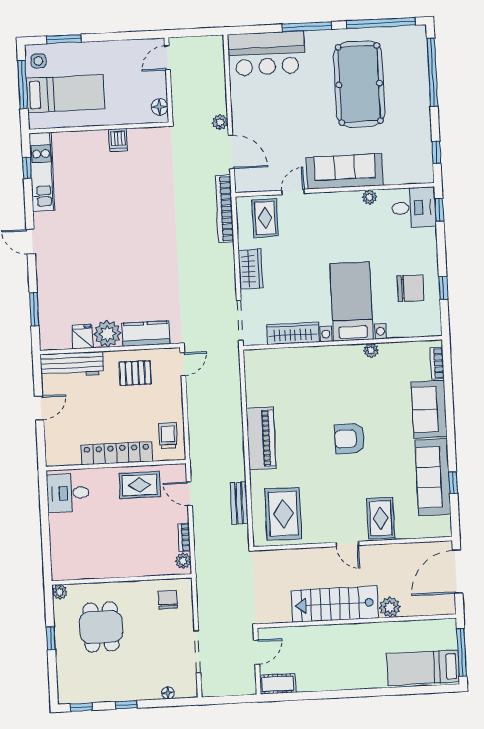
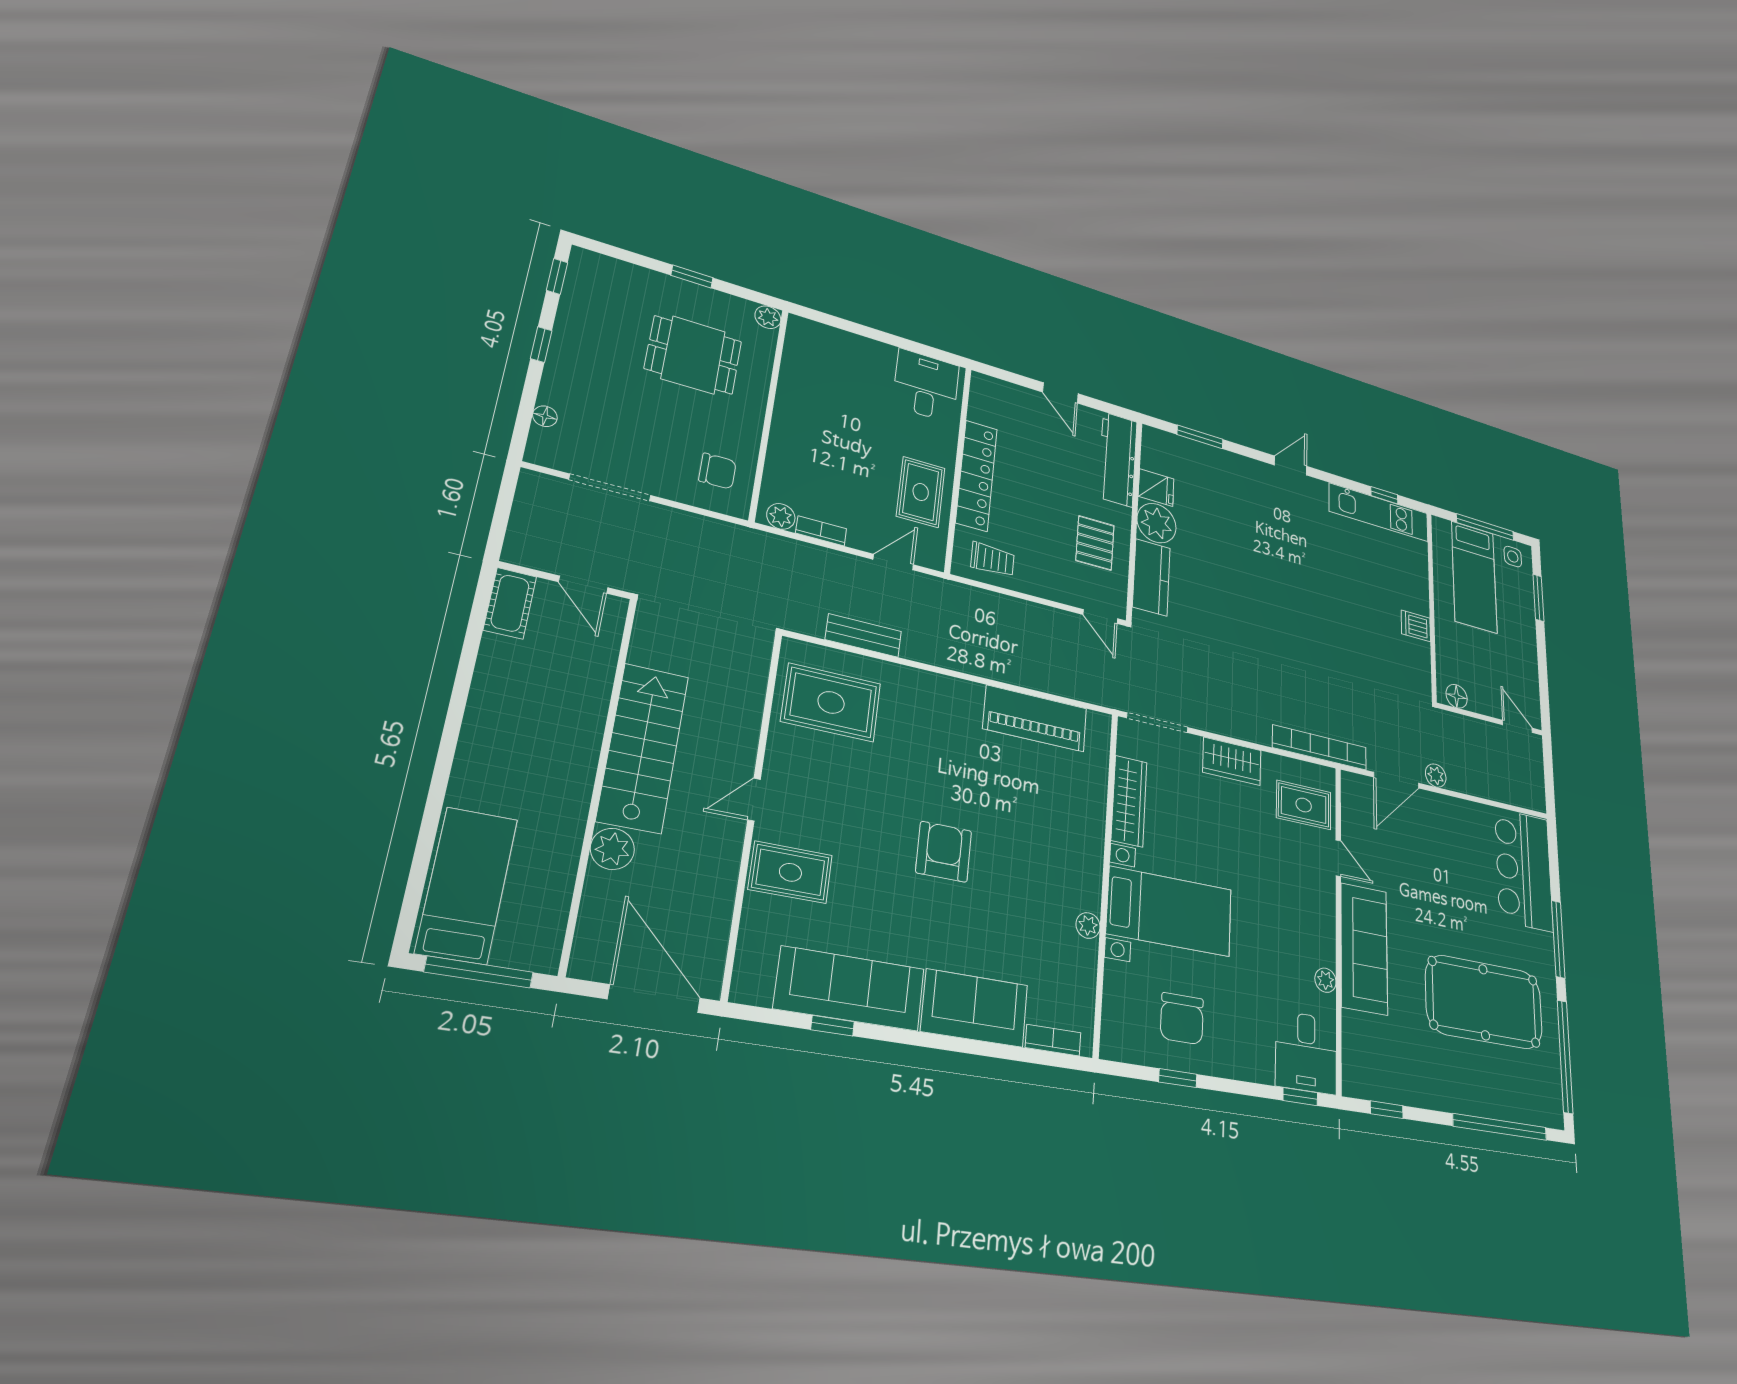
piano: (261, 438) -> (1035, 718), moved

